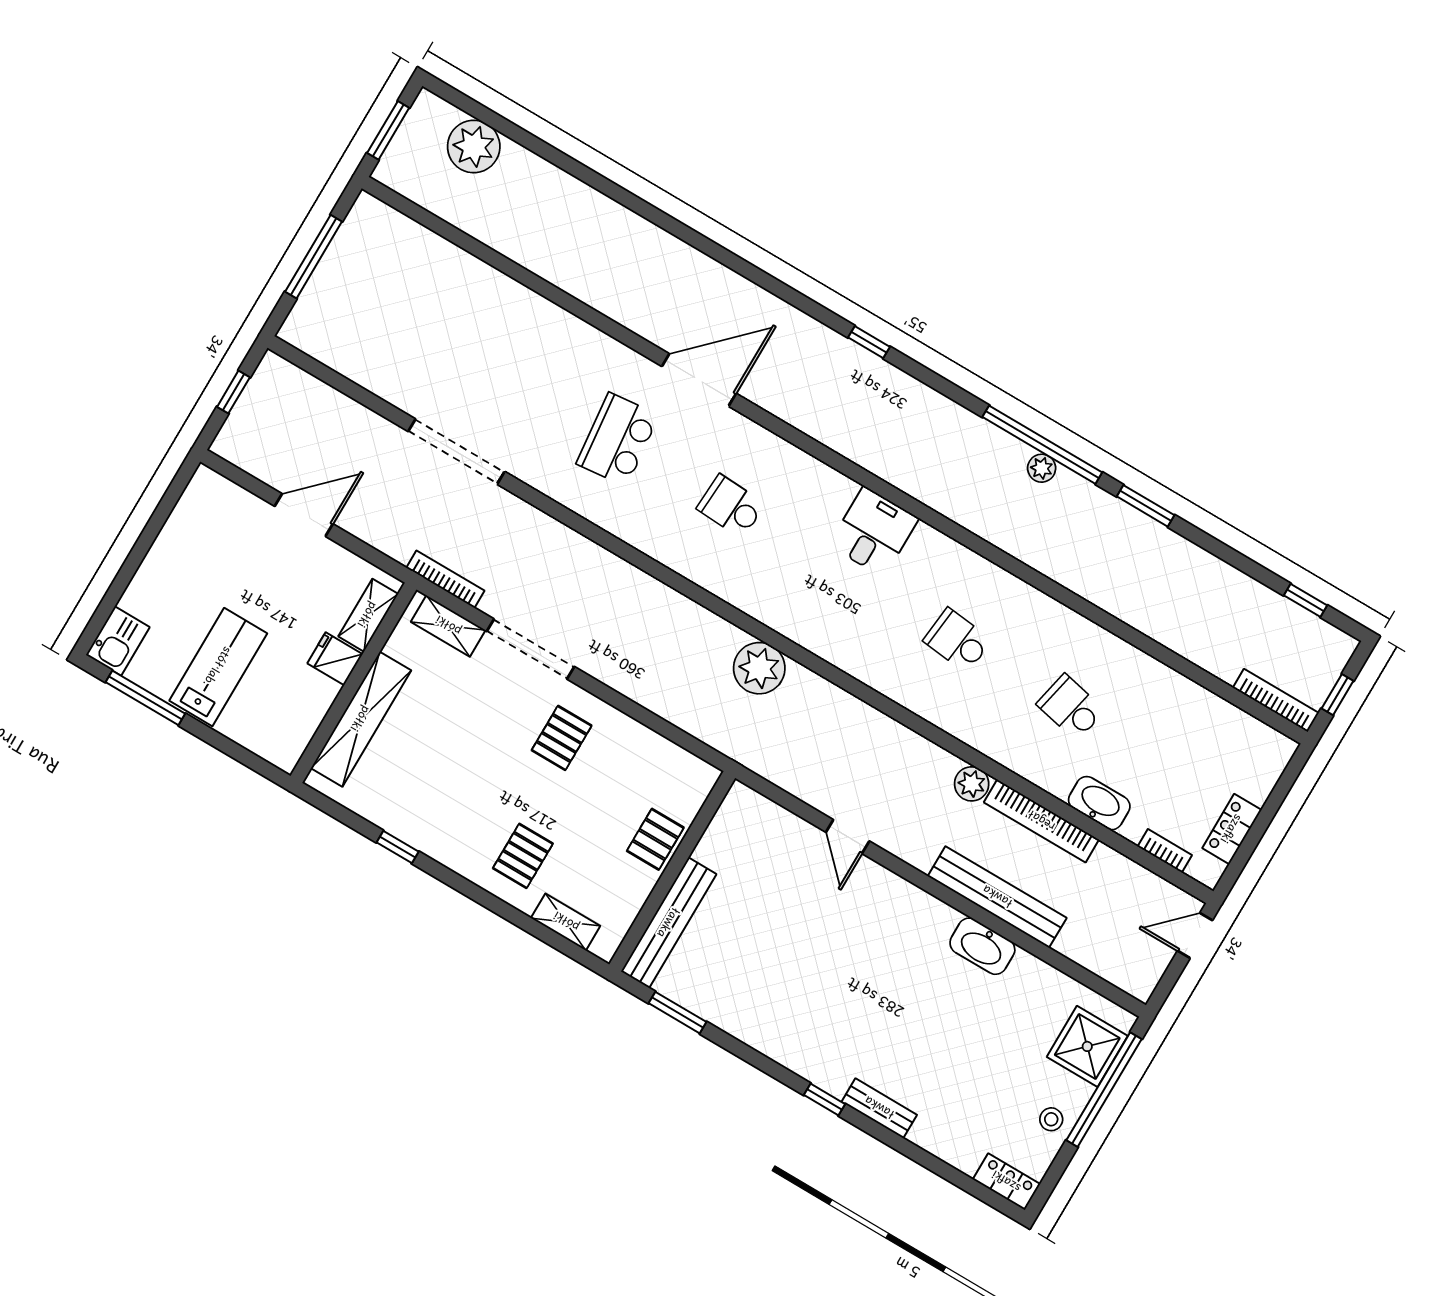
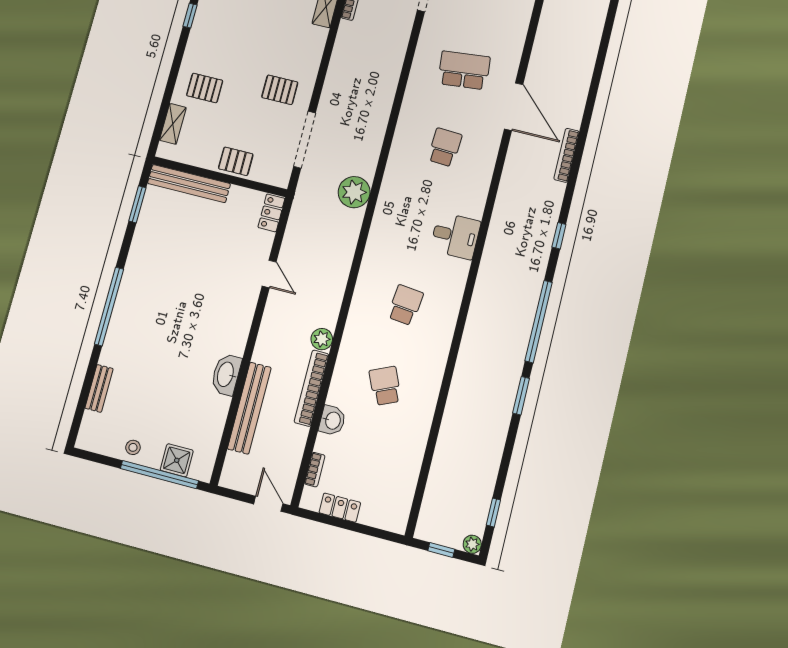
window: (869, 342) -> (559, 236), moved
plant: (1042, 468) -> (472, 544), moved
doorway: (530, 649) -> (305, 140), moved
bookcase: (1276, 700) -> (567, 155), moved, turned 180
school desk: (1071, 707) -> (385, 386), turned -36
washbasin: (1099, 803) -> (332, 420), width x0.72
door: (848, 837) -> (269, 274), swing flipped
bench: (997, 897) -> (249, 408), moved
shower: (1087, 1046) -> (177, 460), width x0.73, depth x0.73
window: (824, 1099) -> (109, 306), width x3.17
bench: (879, 1108) -> (99, 388), moved
locker: (1006, 1182) -> (271, 213), moved, turned 180

